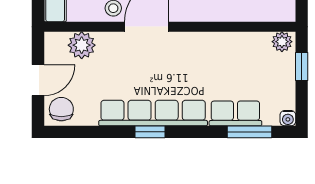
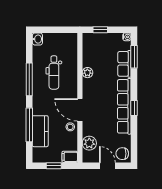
plant: (282, 42) -> (87, 73), moved

